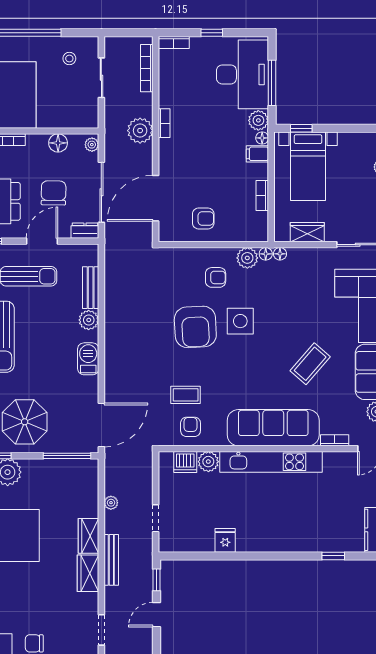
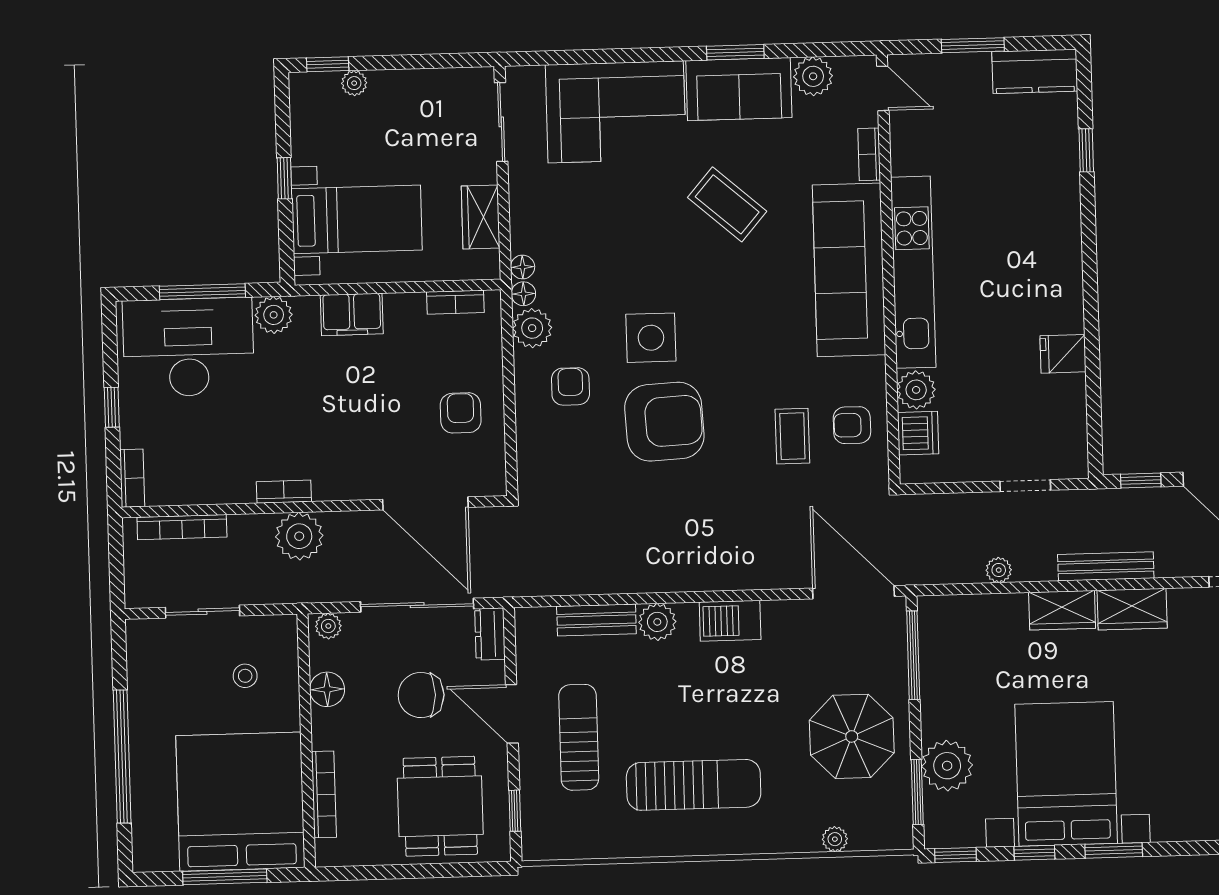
stool: (69, 59) -> (245, 676), moved
window: (301, 128) -> (284, 178), moved
floor lamp: (262, 138) -> (306, 307), removed
filing cabinet: (257, 154) -> (352, 314), width x2.00
bookcase: (262, 195) -> (455, 302), moved

